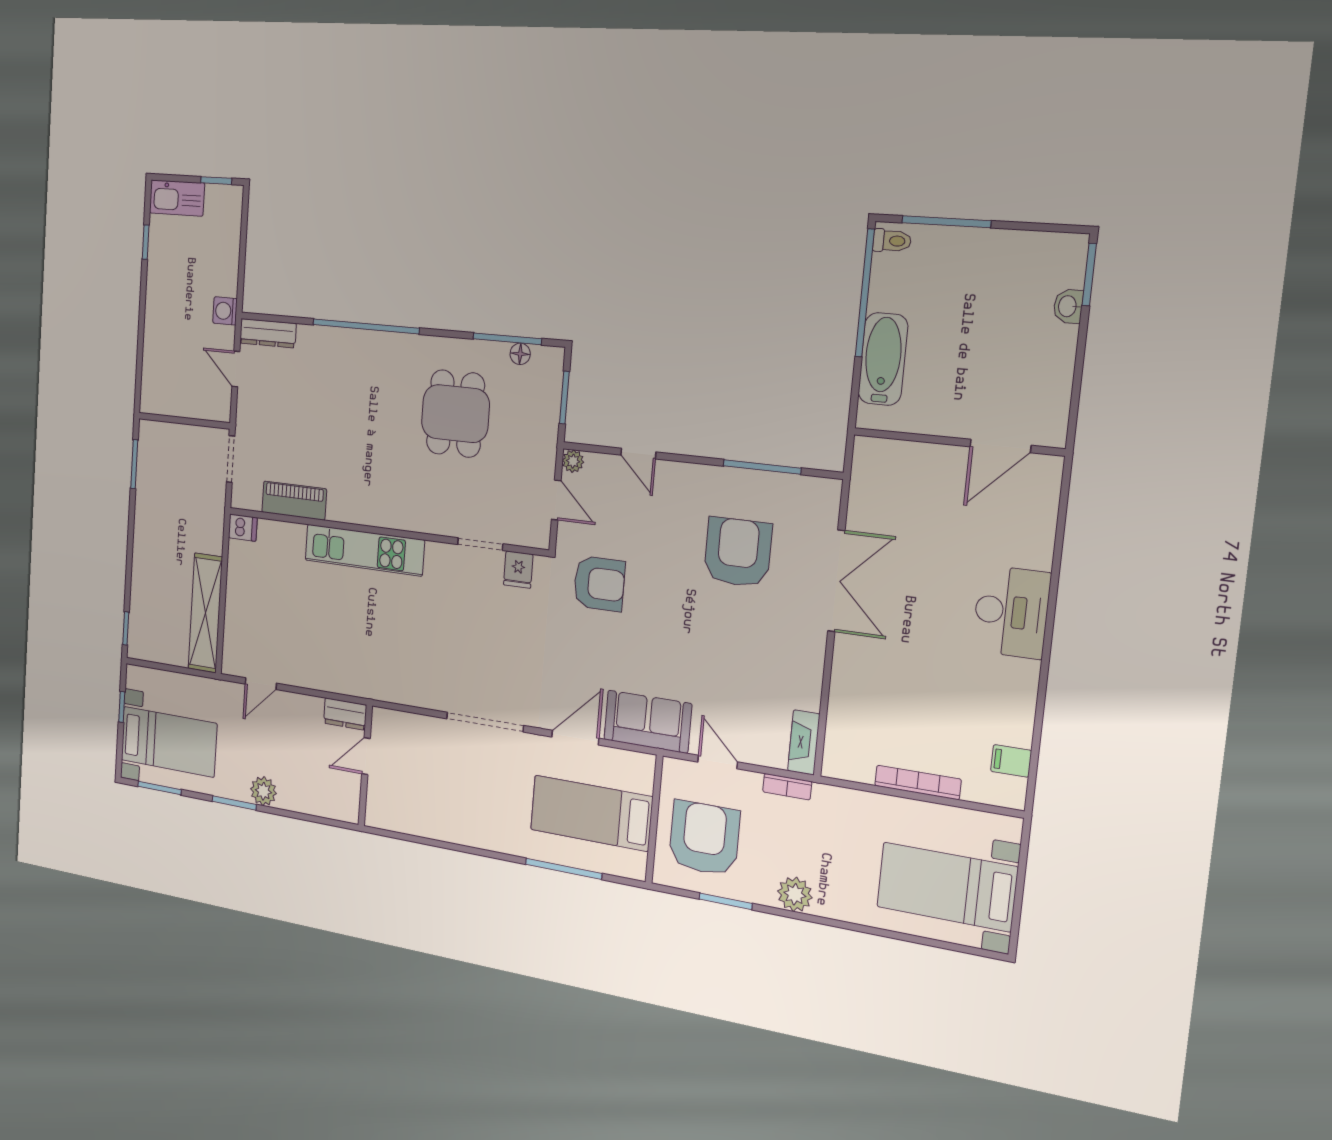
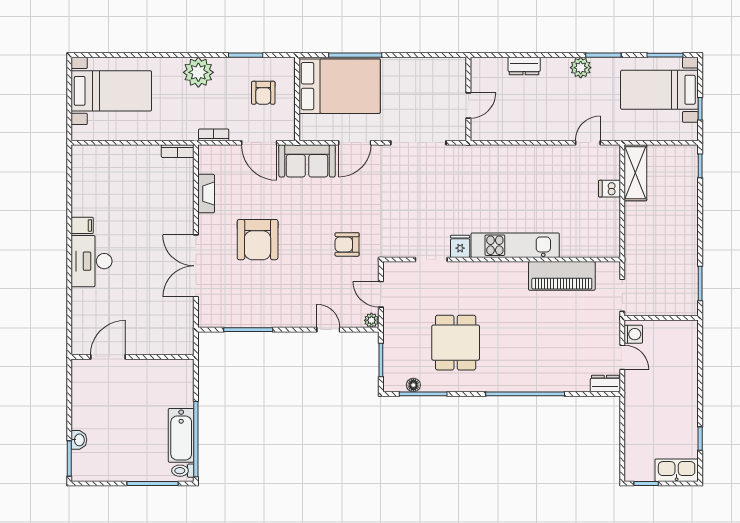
washing machine: (225, 311) -> (633, 334), moved
dresser: (268, 333) -> (605, 384), width x0.70
bathtub: (883, 359) -> (181, 435), moved
piano: (294, 501) -> (562, 276), width x1.37, depth x1.33
dishwasher: (243, 528) -> (609, 189), moved
armchair: (738, 552) -> (258, 240), moved
fridge: (518, 570) -> (460, 246), moved
armchair: (599, 584) -> (347, 244), width x0.72, depth x0.72
shelving: (205, 613) -> (635, 173), width x0.68
dresser: (345, 714) -> (524, 66), moved, turned 180
fireplace: (804, 742) -> (206, 194), moved
door: (366, 756) -> (468, 105), moved
filing cabinet: (1011, 761) -> (82, 225), moved
door: (718, 762) -> (259, 143), width x1.38
wall: (365, 766) -> (468, 99), moved
bookcase: (918, 782) -> (178, 151), moved, width x0.64
bed: (591, 813) -> (340, 86), width x1.50
armchair: (704, 838) -> (263, 93), width x0.53, depth x0.53
plant: (795, 894) -> (198, 72), width x1.36, depth x1.36

